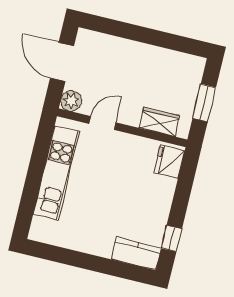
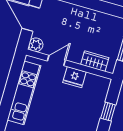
fridge: (169, 162) -> (74, 77), moved, turned -90
window: (182, 195) -> (108, 112), added

